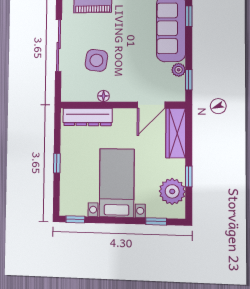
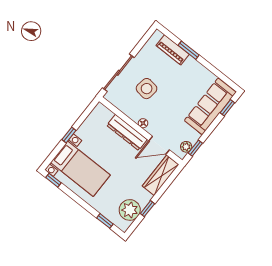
sliding door: (59, 45) -> (118, 73), moved
plant: (179, 70) -> (186, 147), moved
floor lamp: (103, 96) -> (143, 123), moved
dresser: (88, 117) -> (127, 132), moved
bed with nightstands: (117, 183) -> (80, 169), moved, turned 90

